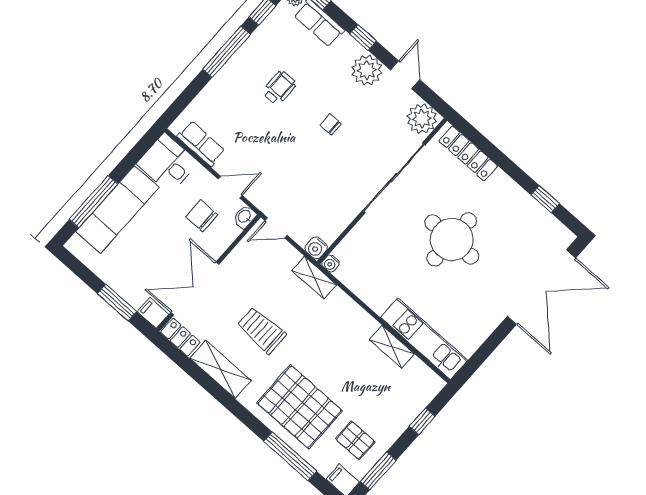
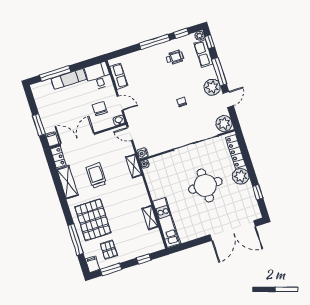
window: (363, 37) -> (219, 72), width x2.17
wheelchair: (279, 88) -> (175, 57), moved
plant: (501, 189) -> (241, 176), added
exam couch: (117, 209) -> (69, 79), width x0.73, depth x0.69

